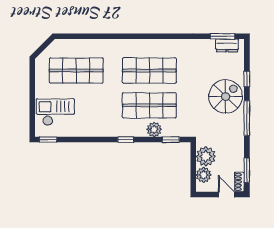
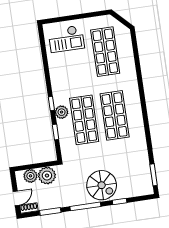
dresser: (227, 45) -> (146, 180), removed
checkout: (55, 112) -> (66, 39), turned 90
plant: (154, 129) -> (62, 112), moved
window: (48, 140) -> (42, 36), removed
window: (171, 140) -> (56, 132), moved
window: (247, 170) -> (50, 212), moved

